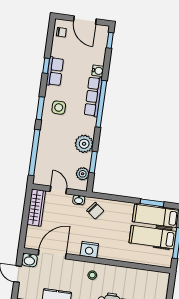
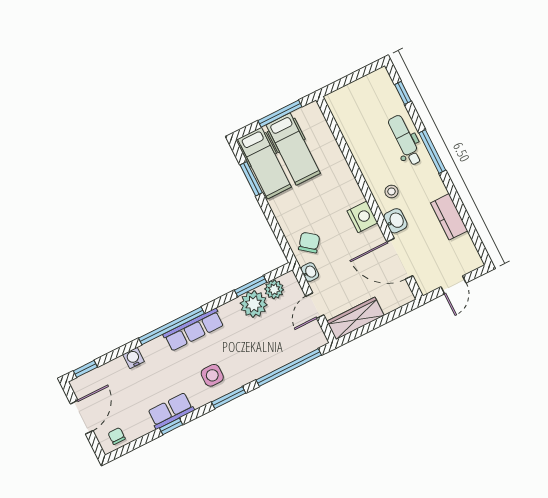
row of seats: (93, 97) -> (194, 330), moved
plant: (84, 144) -> (254, 304), moved
washbasin: (29, 260) -> (395, 221), moved

